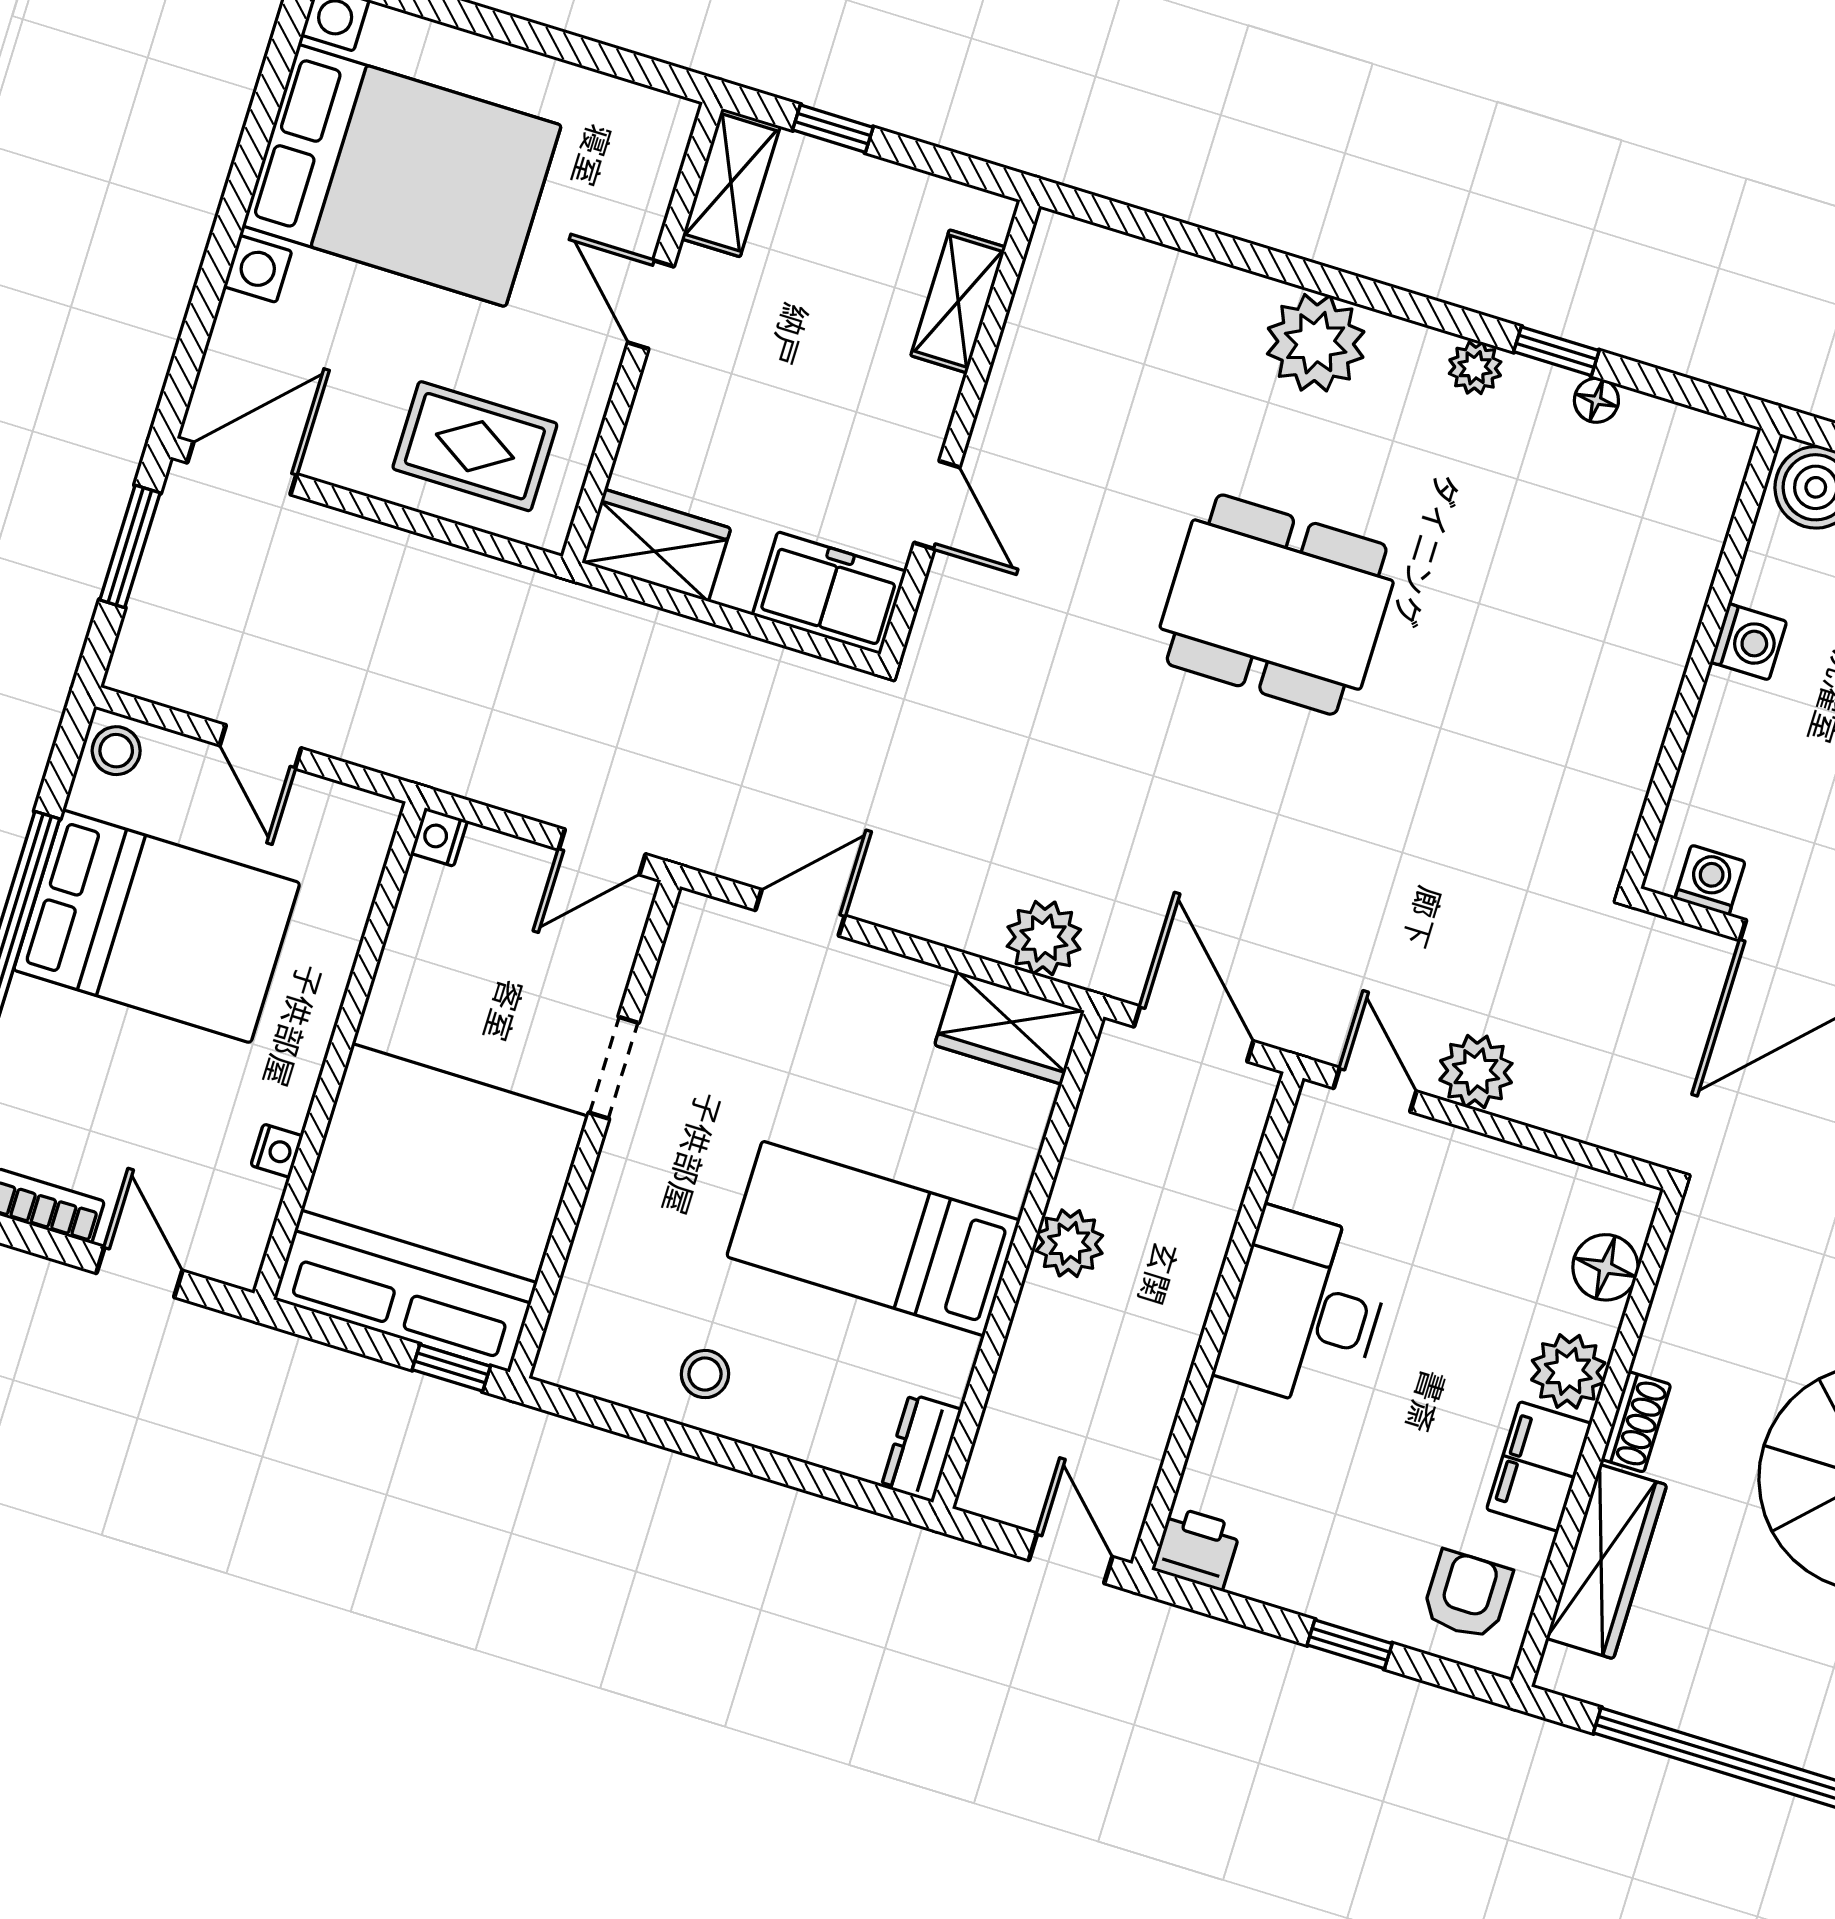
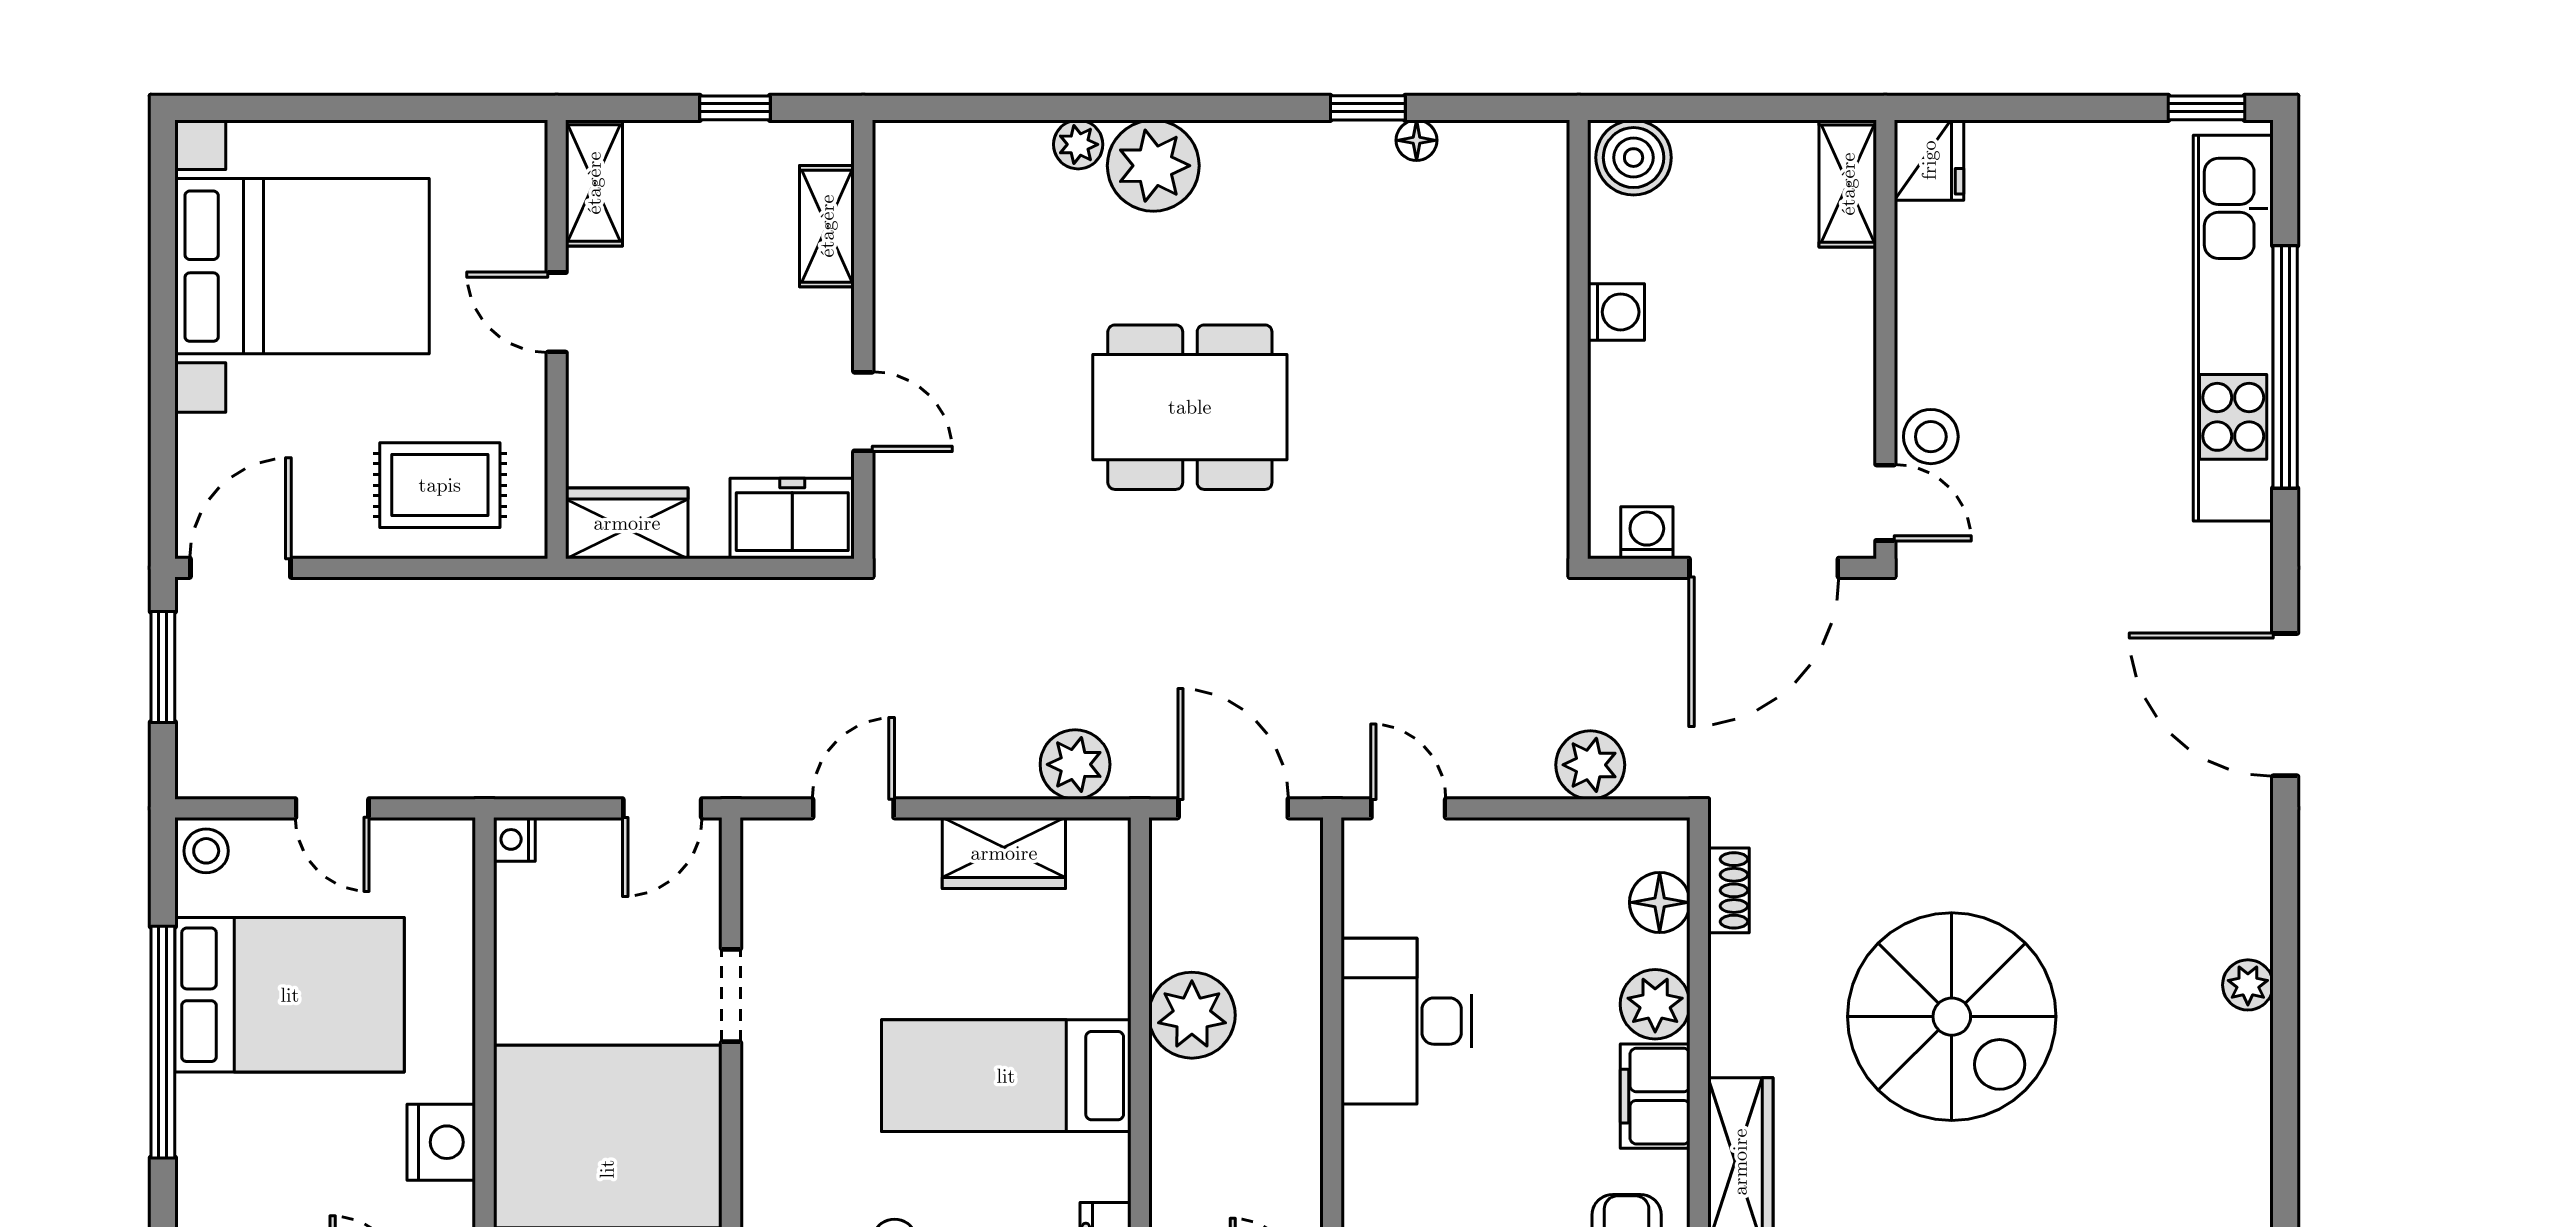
window: (833, 129) -> (735, 108), moved
plant: (1475, 368) -> (1078, 144), moved
wardrobe: (1010, 1028) -> (1004, 853), moved
plant: (1476, 1072) -> (1590, 765), moved
nightstand: (277, 1151) -> (441, 1142), width x1.89, depth x1.79
plant: (1069, 1243) -> (1192, 1015), width x1.36, depth x1.36
shoe rack: (1636, 1422) -> (1729, 890), moved

